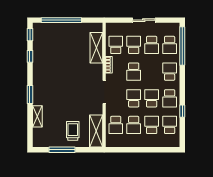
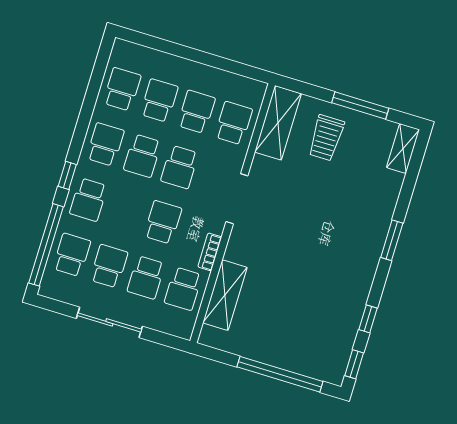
sliding door: (144, 20) -> (109, 322), width x1.37
window: (182, 111) -> (67, 175), moved
shelving: (37, 116) -> (403, 148), moved
school desk: (152, 125) -> (159, 101), turned 180
school desk: (170, 125) -> (122, 89), turned 180

